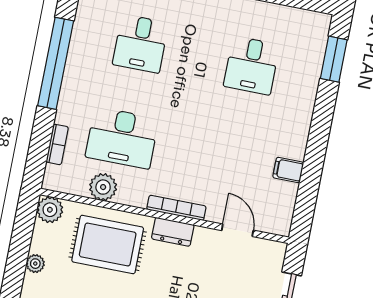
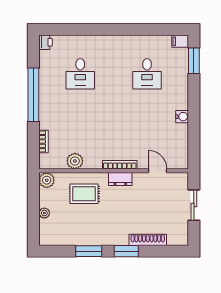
desk: (122, 138) -> (80, 130), removed
water cooler: (296, 148) -> (182, 117), added
filing cabinet: (288, 170) -> (180, 41), moved
rug: (108, 244) -> (84, 194), width x0.73, depth x0.70

